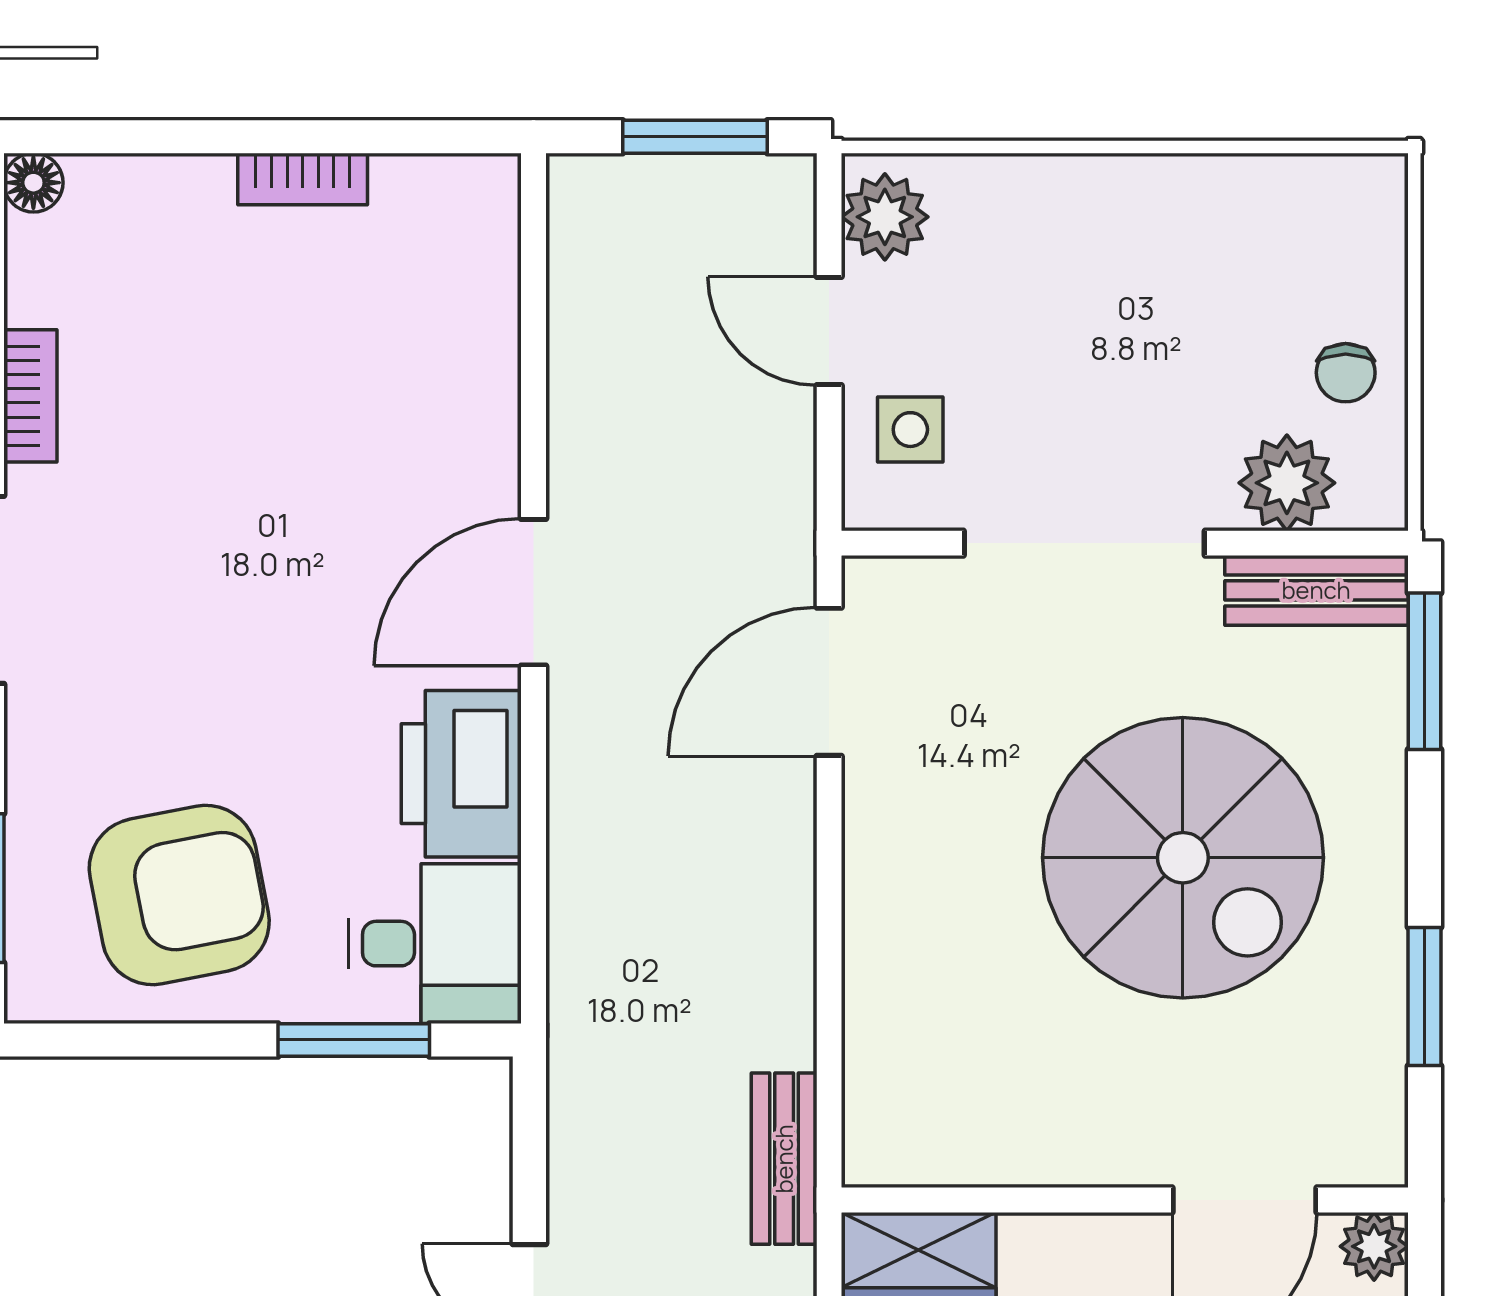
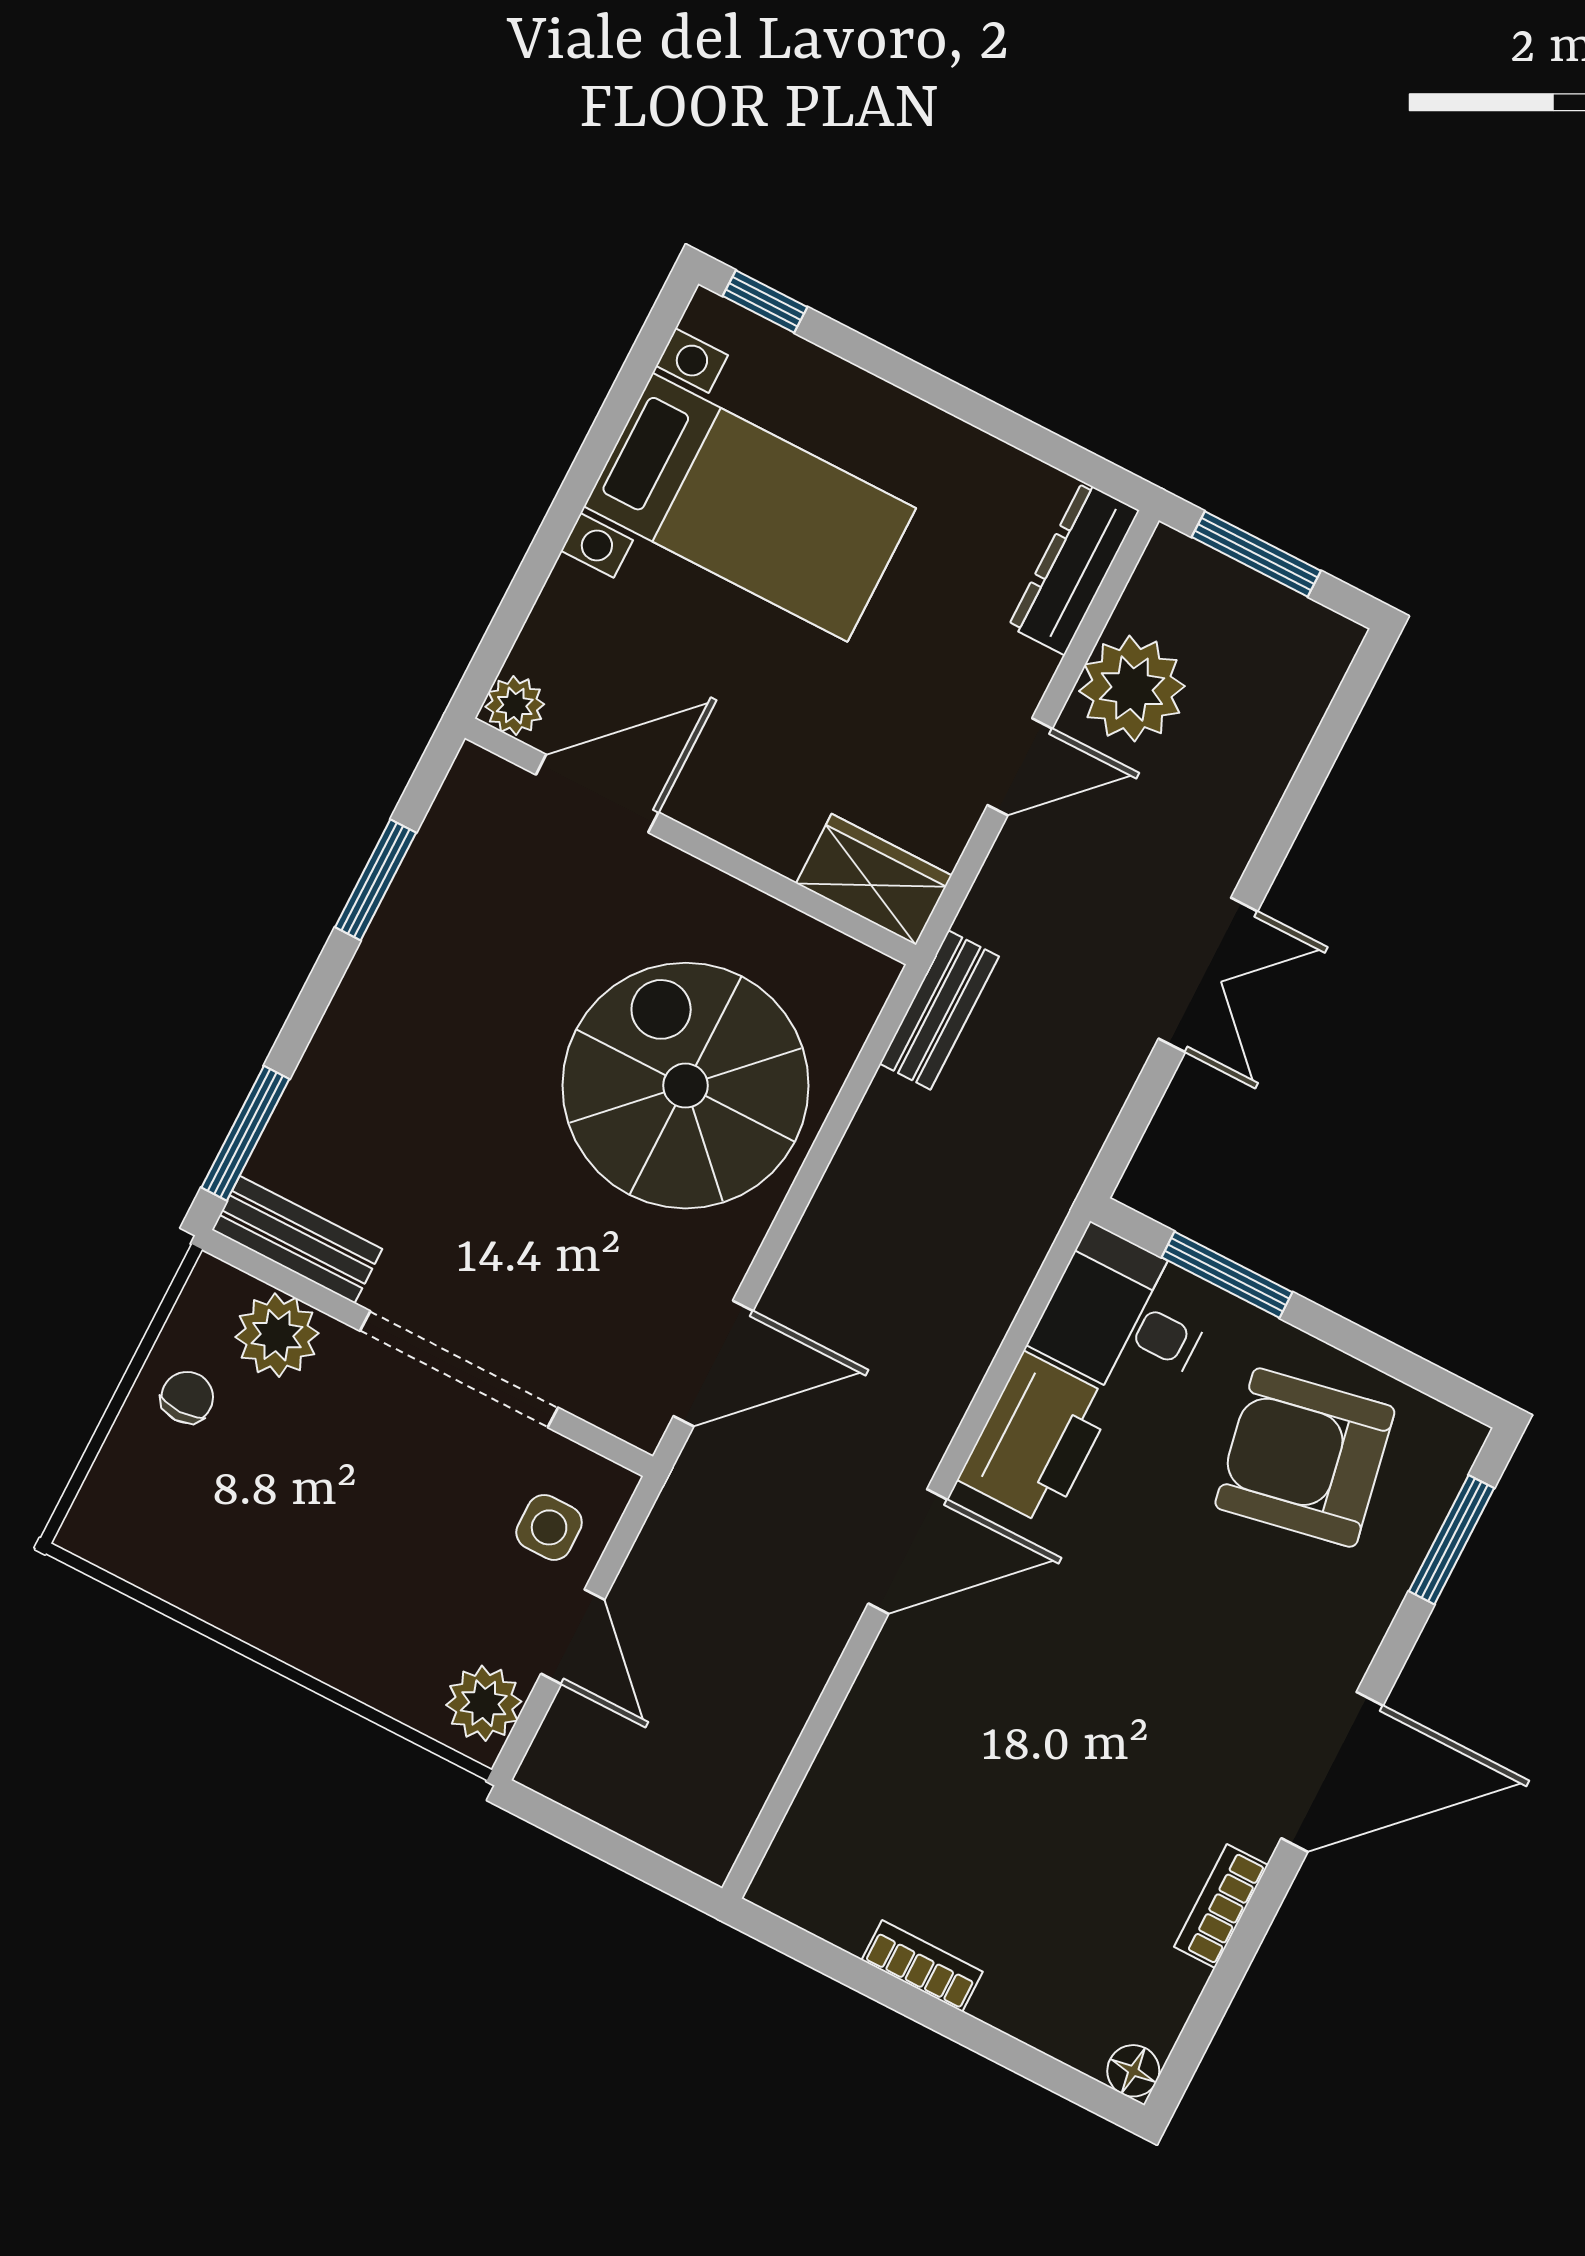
window: (695, 137) -> (599, 1842), removed
spiral stairs: (1183, 858) -> (685, 1086), moved

